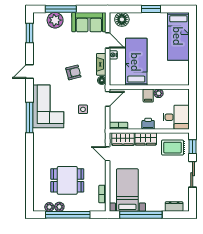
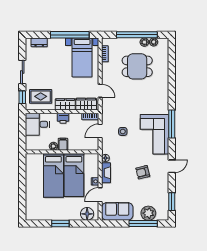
bed: (178, 36) -> (53, 175), moved, turned 180
door: (108, 40) -> (100, 195), hinge flipped
armchair: (73, 72) -> (143, 172), moved
door: (108, 99) -> (100, 131), moved

